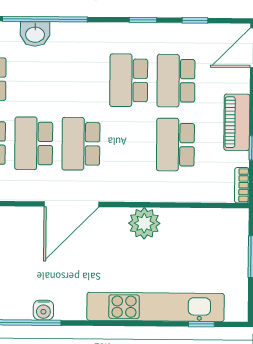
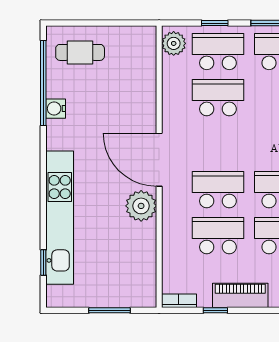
school desk: (81, 144) -> (218, 190), moved
door: (71, 204) -> (159, 160), moved

